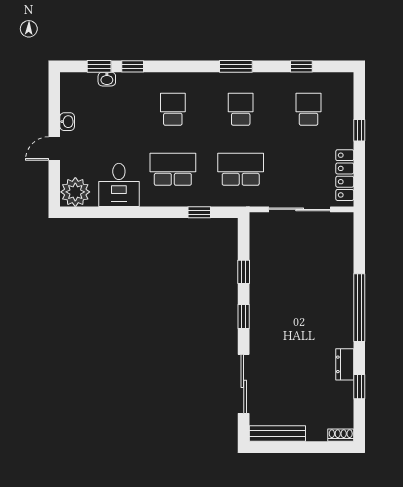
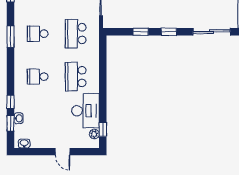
washbasin: (67, 122) -> (24, 143), moved
desk: (119, 185) -> (86, 111), width x1.37
plant: (75, 192) -> (94, 134), width x0.53, depth x0.53
window: (199, 212) -> (103, 129), moved

